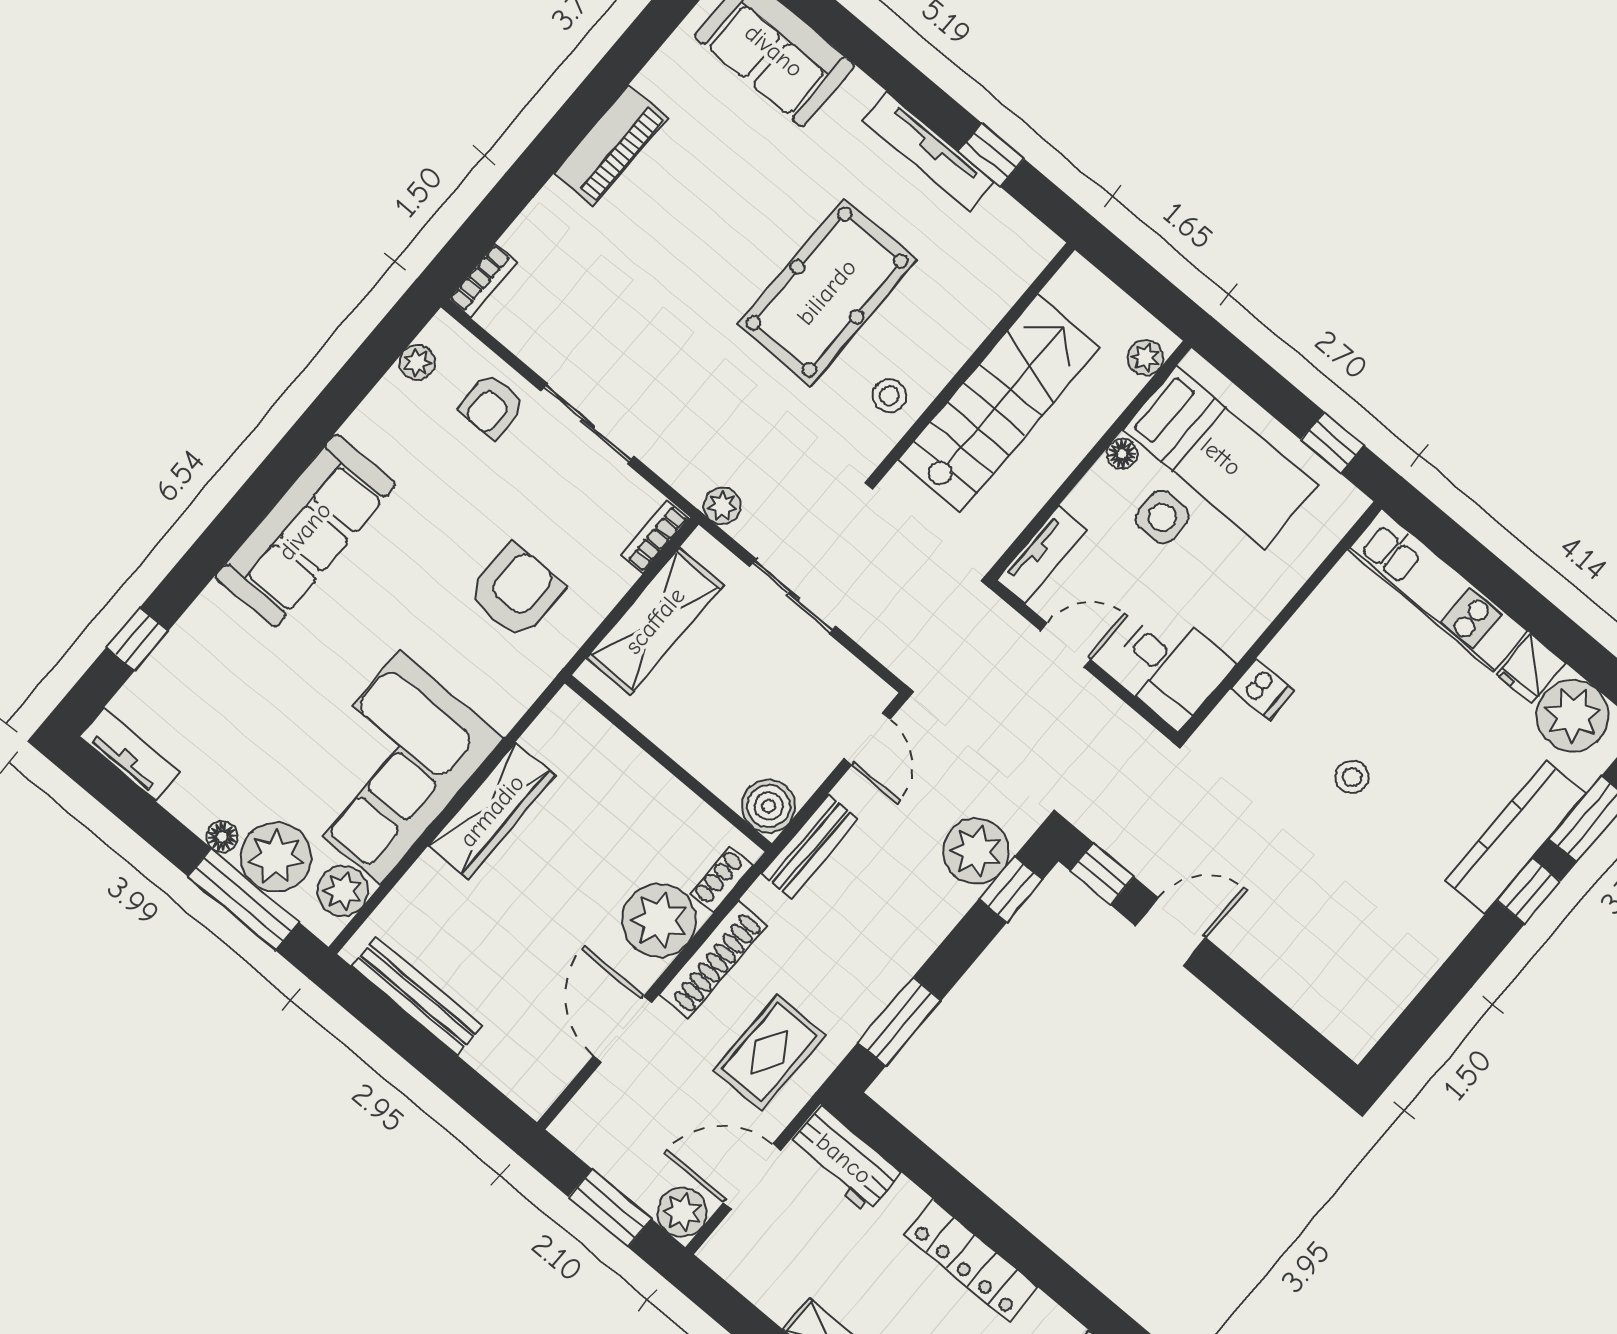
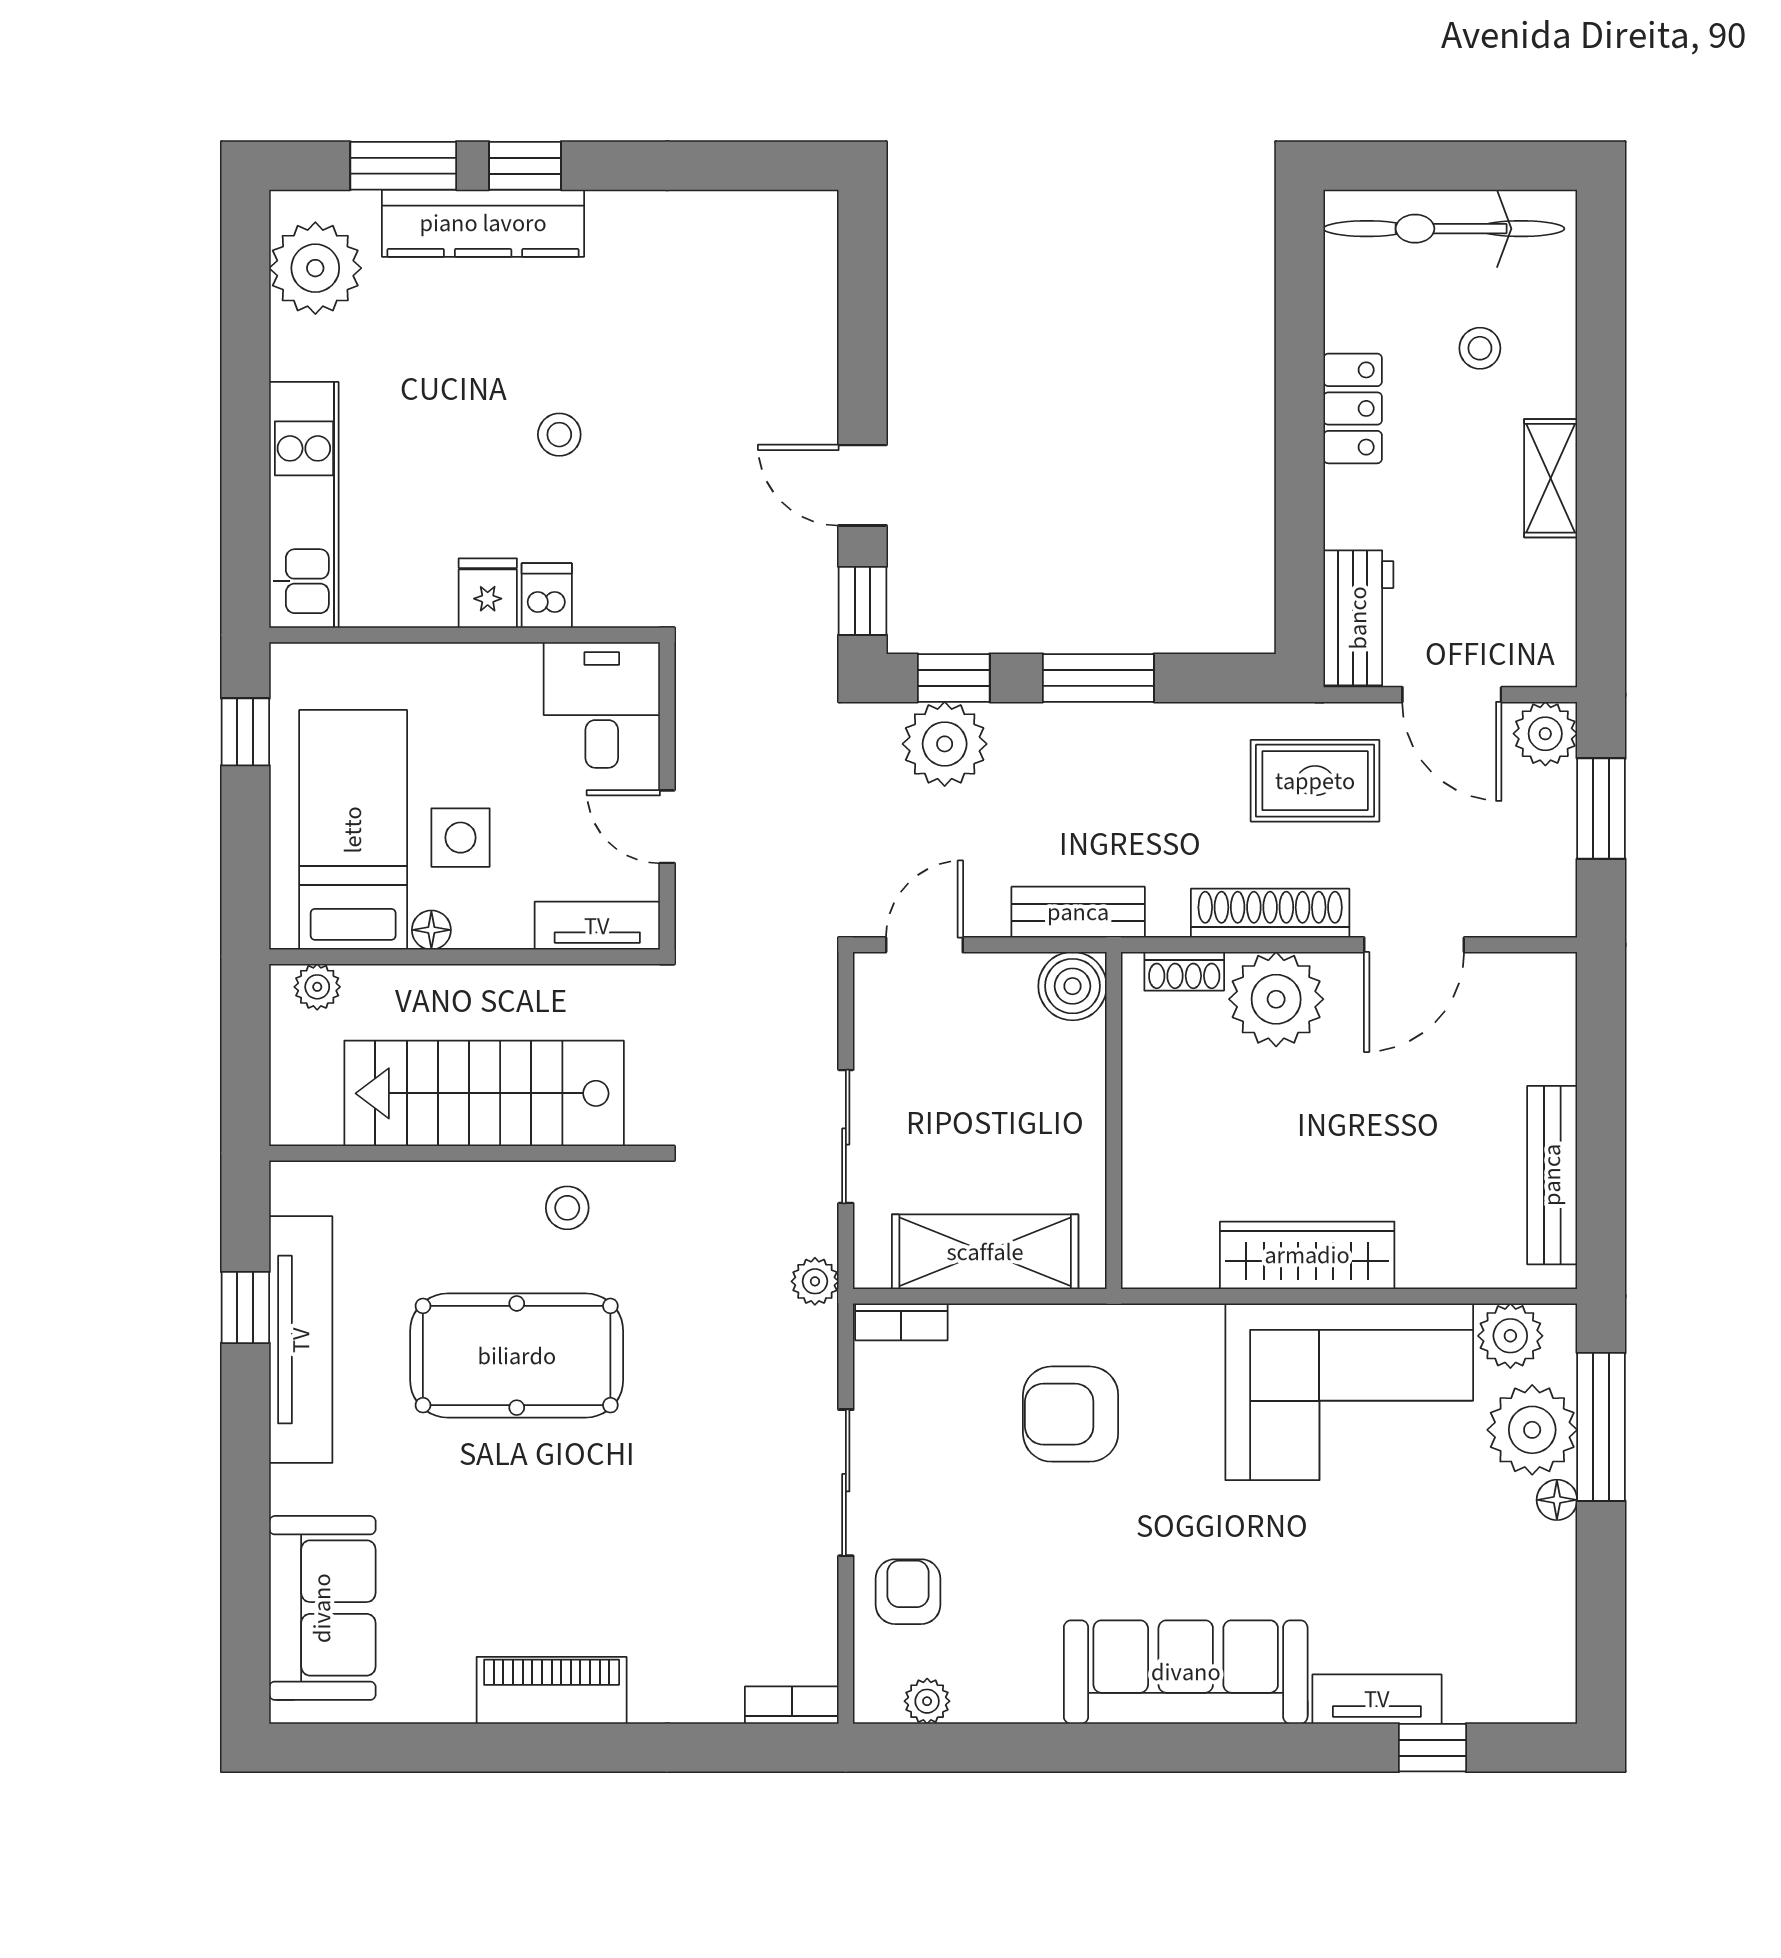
tv unit: (928, 151) -> (301, 1340), width x1.36, depth x1.29
armchair: (492, 406) -> (908, 1592), turned -90
fridge: (1531, 669) -> (488, 593), moved, turned -90
tv unit: (130, 755) -> (1377, 1699), moved, turned 90
window: (900, 1021) -> (1098, 678), moved
locker: (971, 1261) -> (1353, 408), width x0.66

